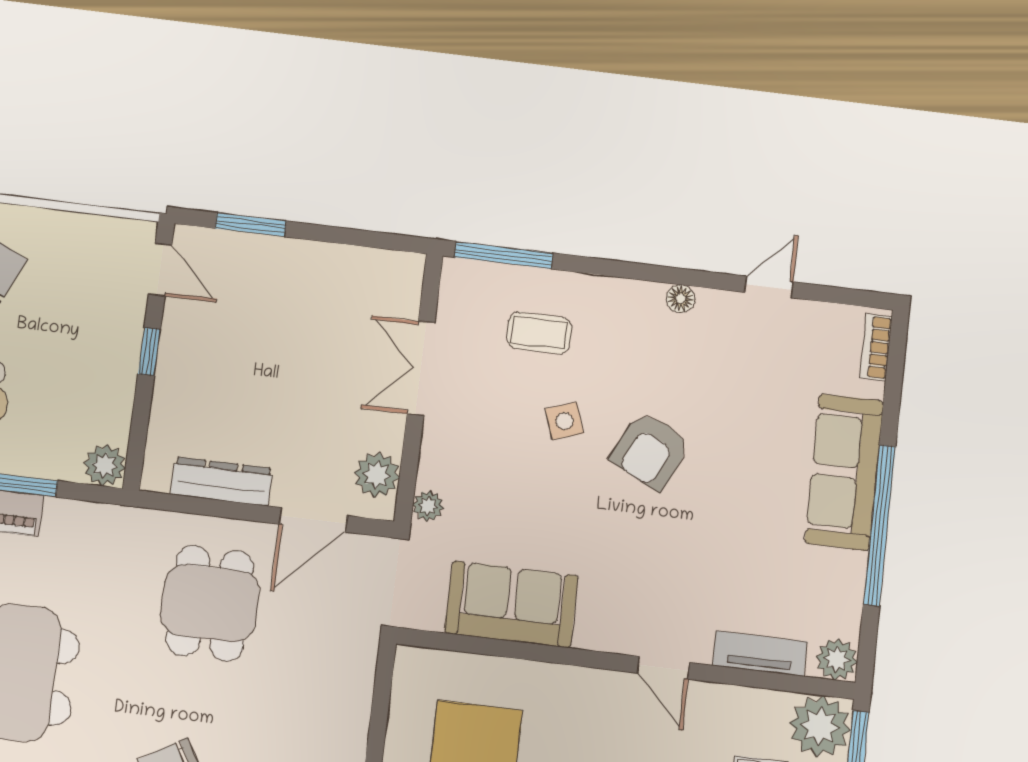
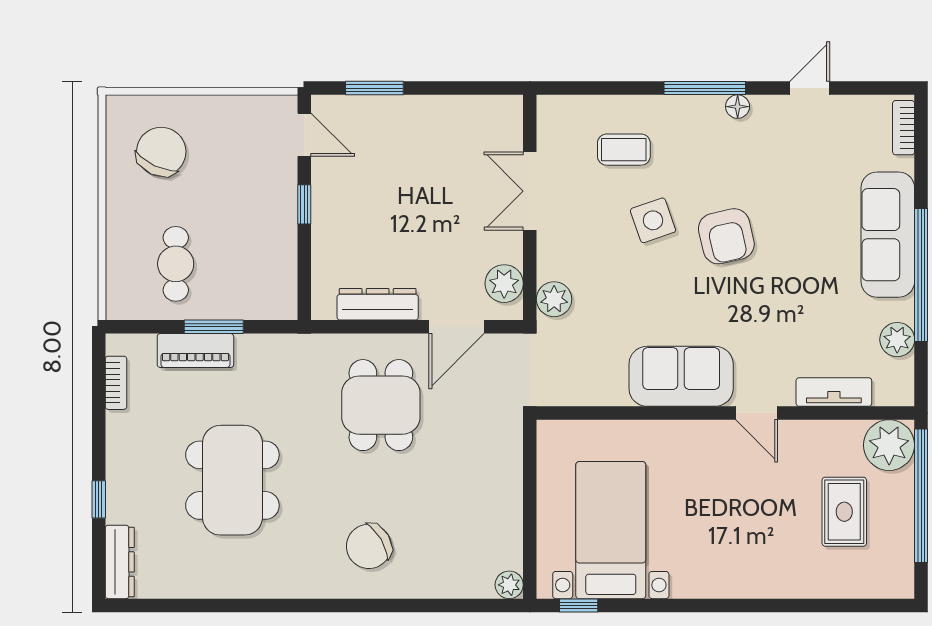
window: (504, 255) -> (705, 88), moved
side table: (564, 421) -> (653, 220), width x1.37, depth x1.37
armchair: (650, 451) -> (726, 236), turned -39
plant: (105, 465) -> (280, 303), removed
plant: (428, 506) -> (554, 299), width x1.38, depth x1.38
sofa: (511, 604) -> (681, 376), moved
plant: (837, 659) -> (897, 340), moved

